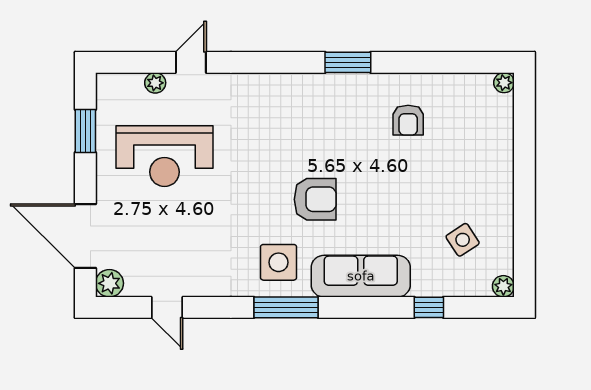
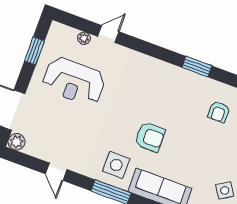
door: (167, 307) -> (56, 172), moved

